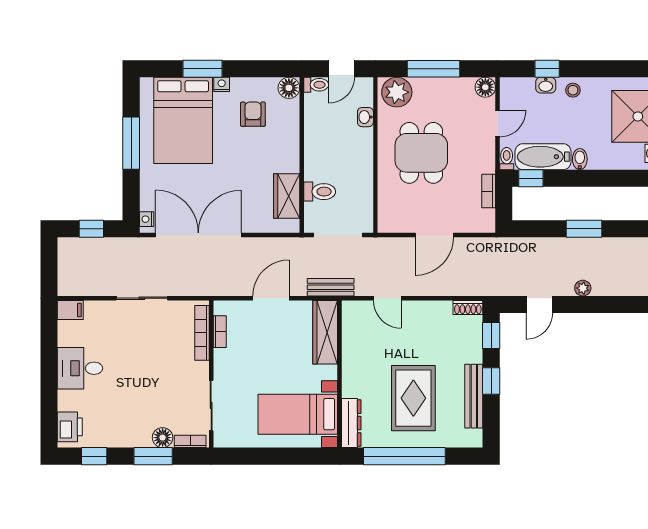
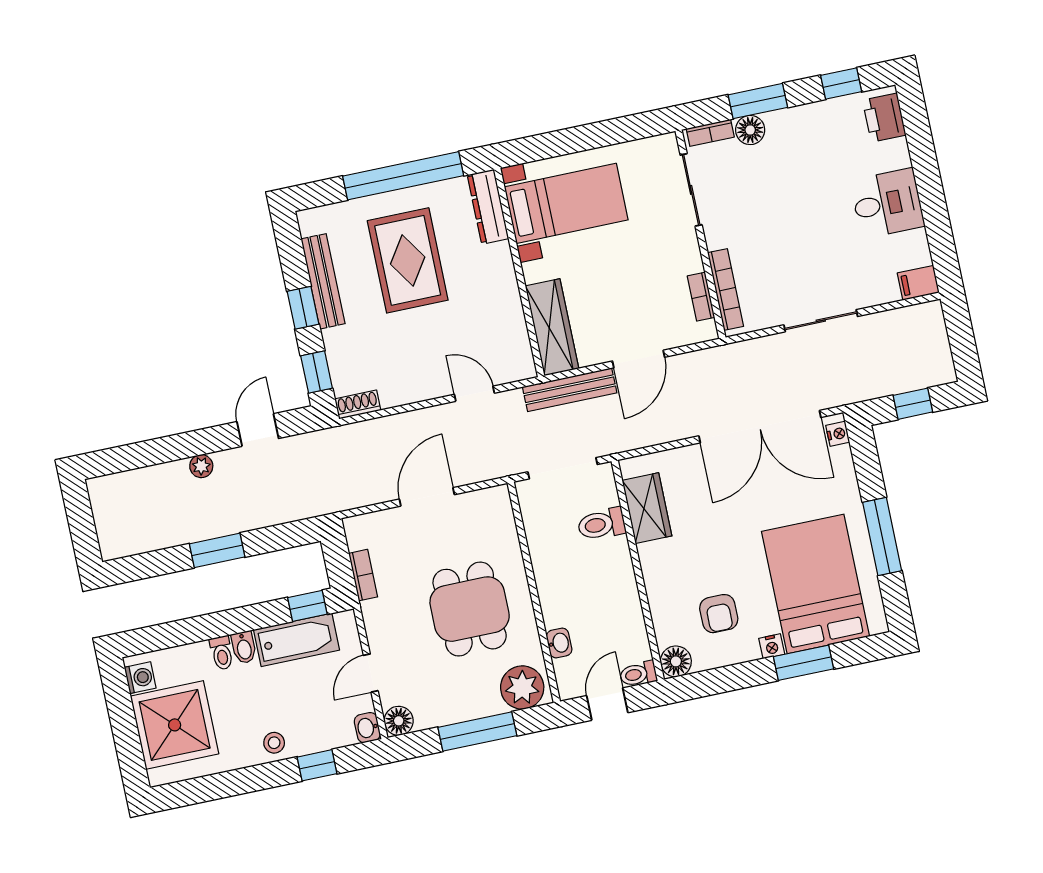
washbasin: (546, 85) -> (367, 728), moved, turned -90
toilet: (507, 159) -> (222, 653), moved
bench: (331, 287) -> (570, 390), width x1.36

